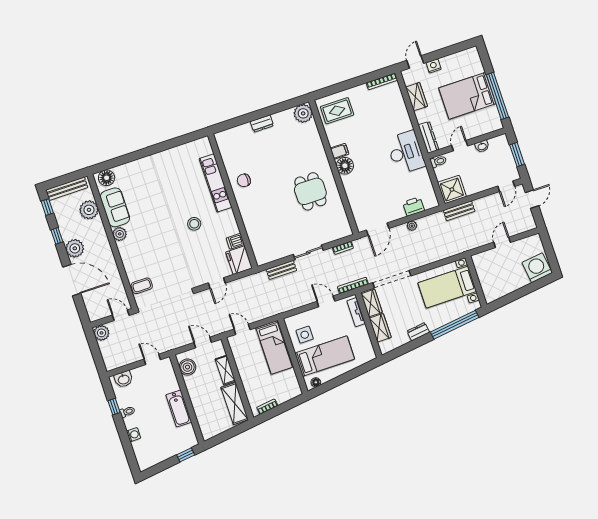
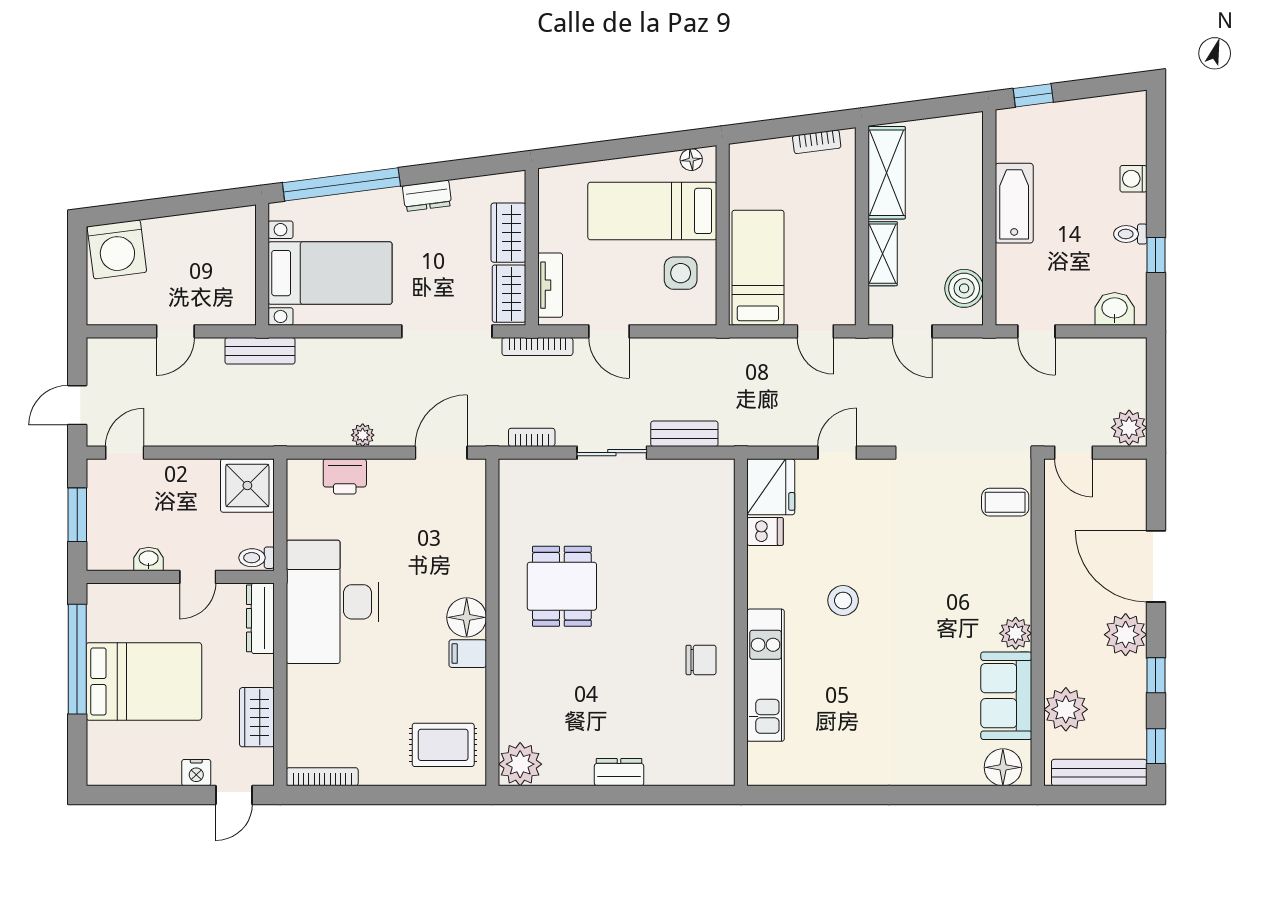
desk: (406, 152) -> (333, 602), width x1.36, depth x1.30
bench: (459, 211) -> (260, 351), moved

